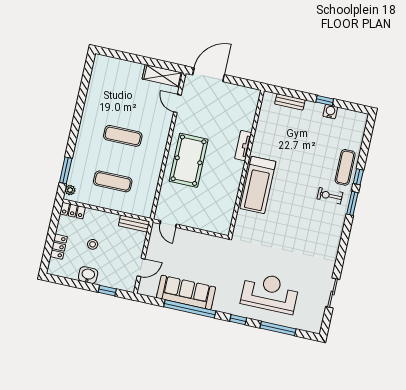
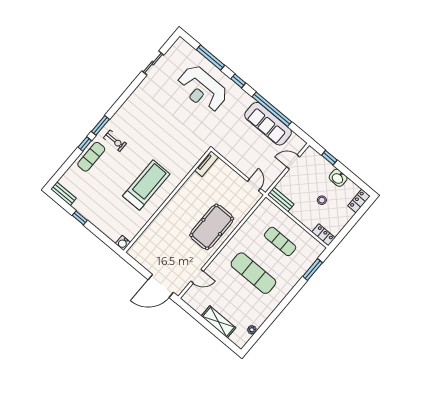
shelving: (162, 76) -> (219, 322), moved
bench: (290, 102) -> (63, 194), moved
door: (177, 104) -> (197, 276), hinge flipped
water cooler: (330, 112) -> (123, 243), moved
exercise mat: (123, 136) -> (253, 273), width x1.36, depth x1.45
tv unit: (243, 146) -> (207, 164), moved
treadmill: (258, 185) -> (146, 185), moved
plant: (70, 190) -> (252, 330), moved
locker: (59, 247) -> (359, 201), moved

